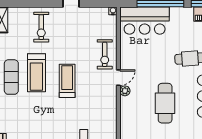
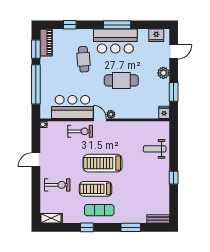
bar counter: (145, 21) -> (72, 107), moved, turned -90
treadmill: (36, 73) -> (96, 189), turned 180
treadmill: (67, 81) -> (103, 163), width x1.37, depth x1.38

